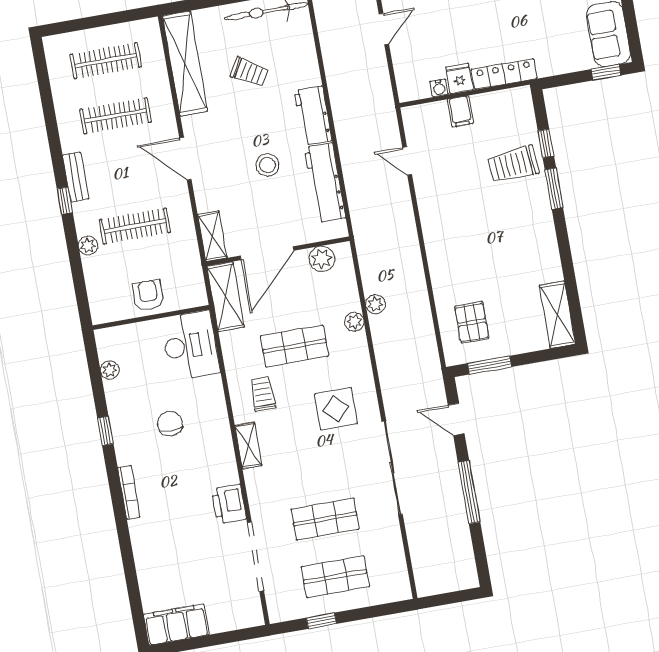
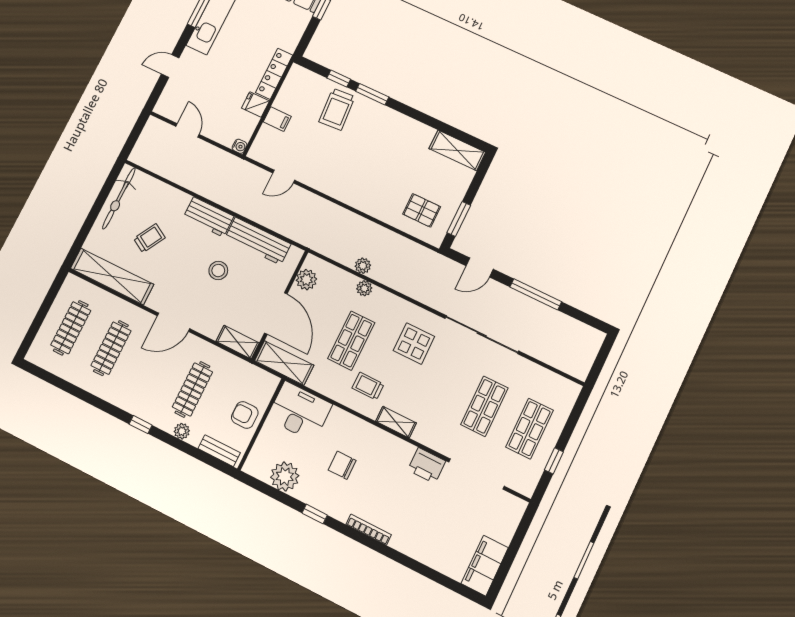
water cooler: (439, 88) -> (240, 146), moved
bench: (76, 177) -> (219, 451), moved
plant: (110, 370) -> (285, 476), width x1.87, depth x1.87

